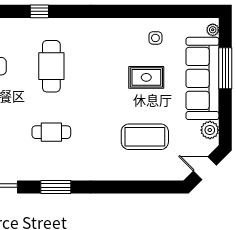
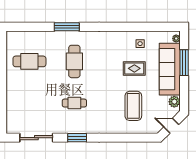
window: (39, 11) -> (67, 27), width x2.17
coffee table: (145, 137) -> (133, 106), turned 90

